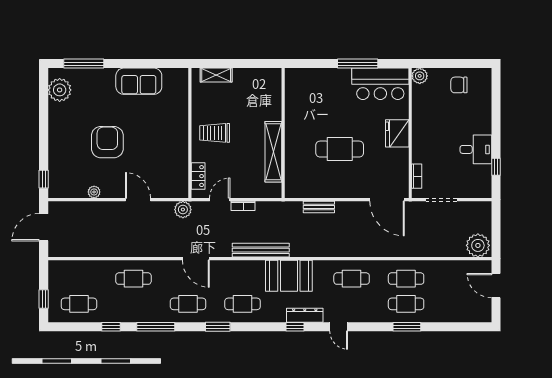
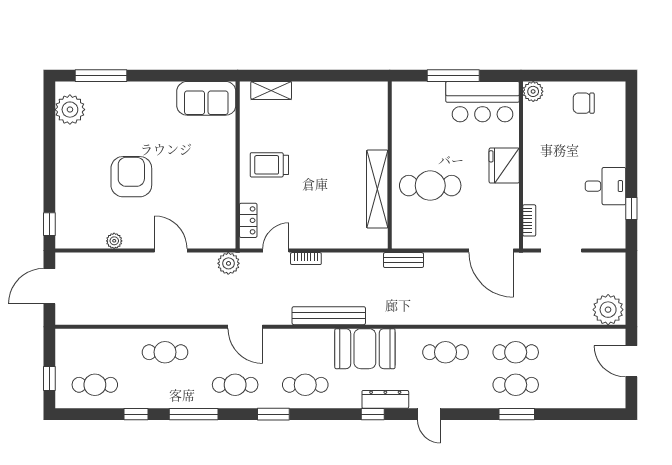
sofa: (139, 81) -> (206, 98), moved
wall: (283, 133) -> (390, 165), moved
shelving: (273, 152) -> (377, 189), moved

